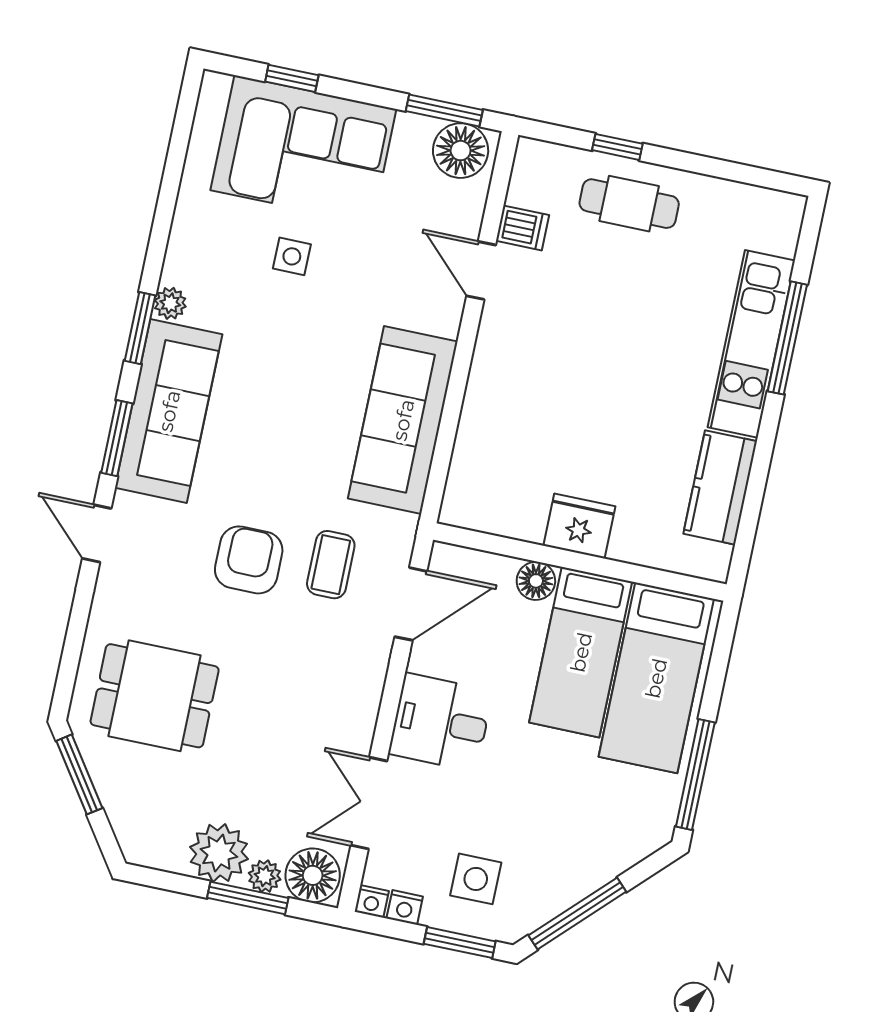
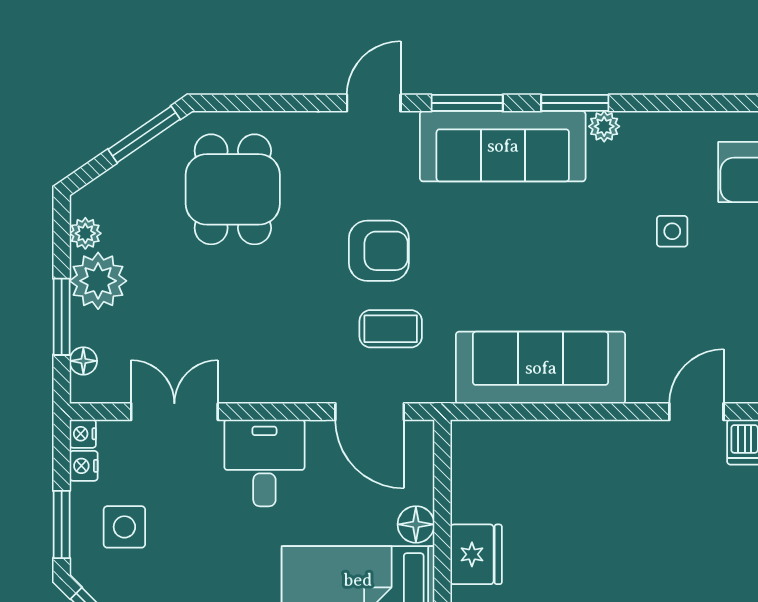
floor lamp: (313, 875) -> (83, 361), width x0.53, depth x0.53
plant: (265, 876) -> (85, 233), moved

